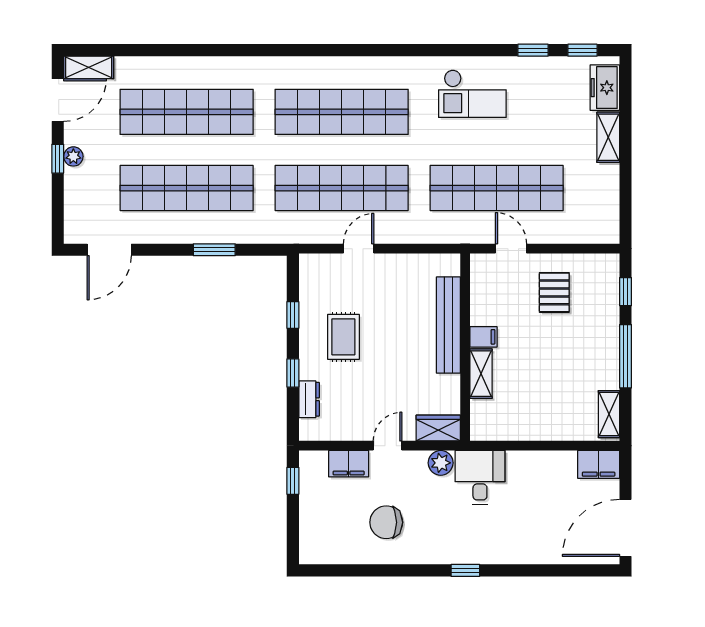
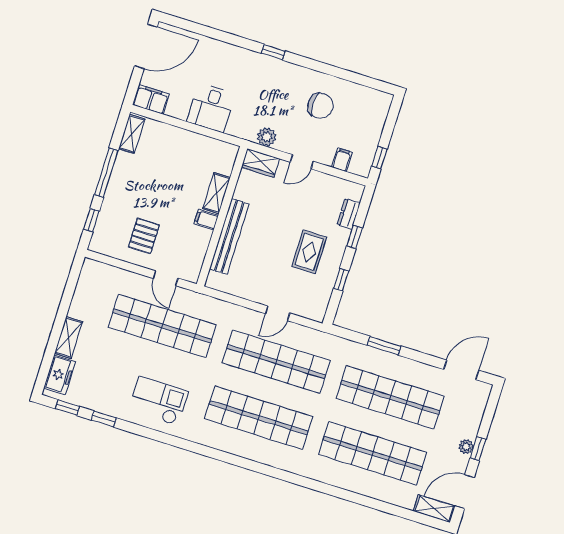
filing cabinet: (349, 464) -> (342, 160), width x0.50
desk: (480, 477) -> (211, 108), moved

